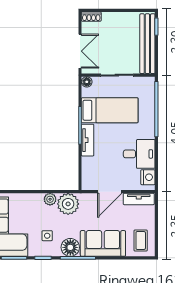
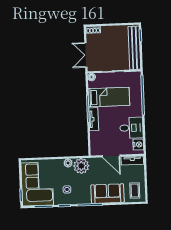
double door: (80, 51) -> (86, 55), swing flipped
door: (110, 192) -> (111, 156), hinge flipped
floor lamp: (70, 247) -> (84, 197), removed

